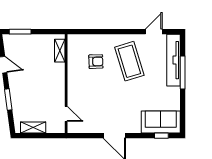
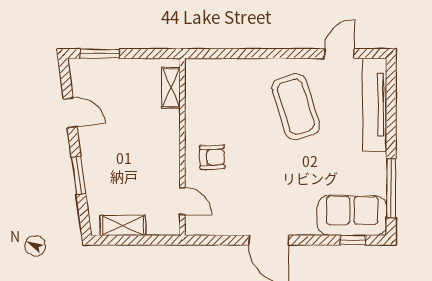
armchair: (96, 62) -> (212, 157), moved
window: (183, 73) -> (391, 188), moved

